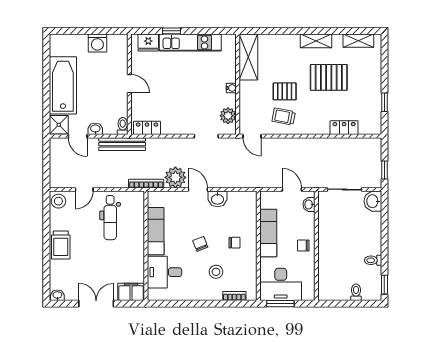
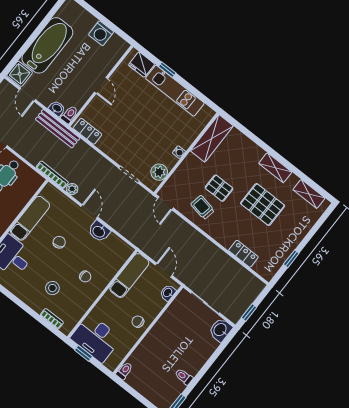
washbasin: (95, 129) -> (57, 108), moved
plant: (175, 177) -> (72, 189), width x0.53, depth x0.53
exam couch: (268, 233) -> (129, 276), moved
chair: (200, 244) -> (59, 242), moved
toilet: (356, 292) -> (124, 371), moved
window: (280, 304) -> (83, 353), width x0.67

